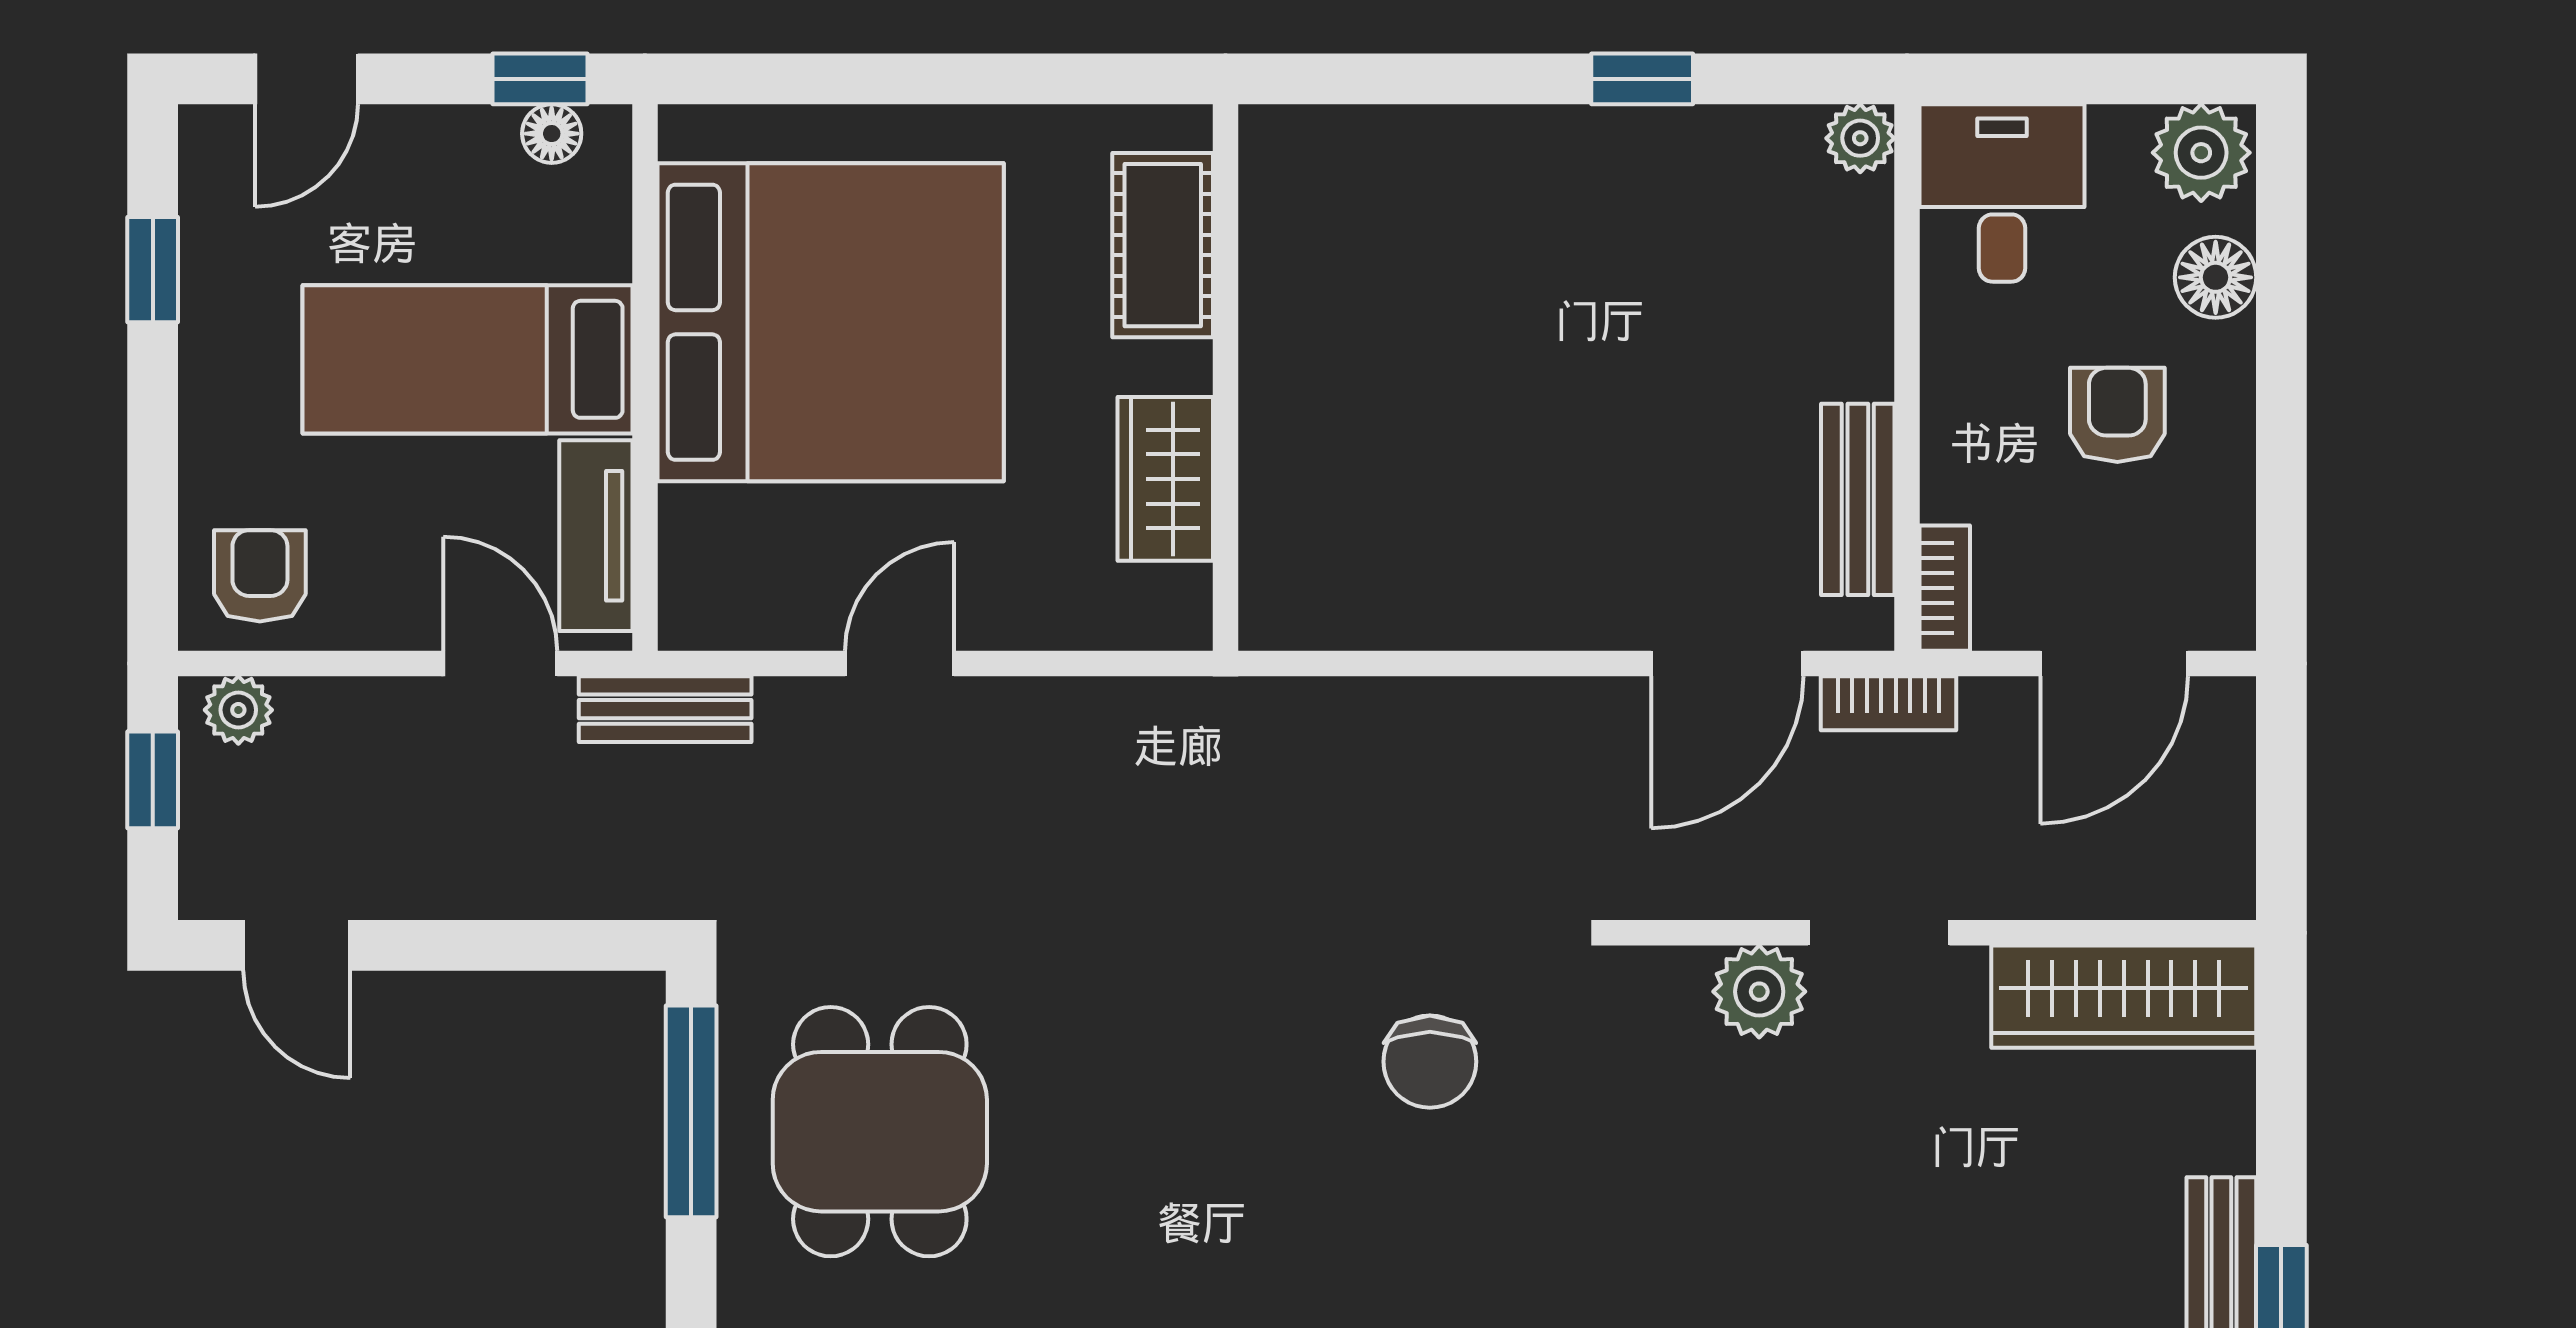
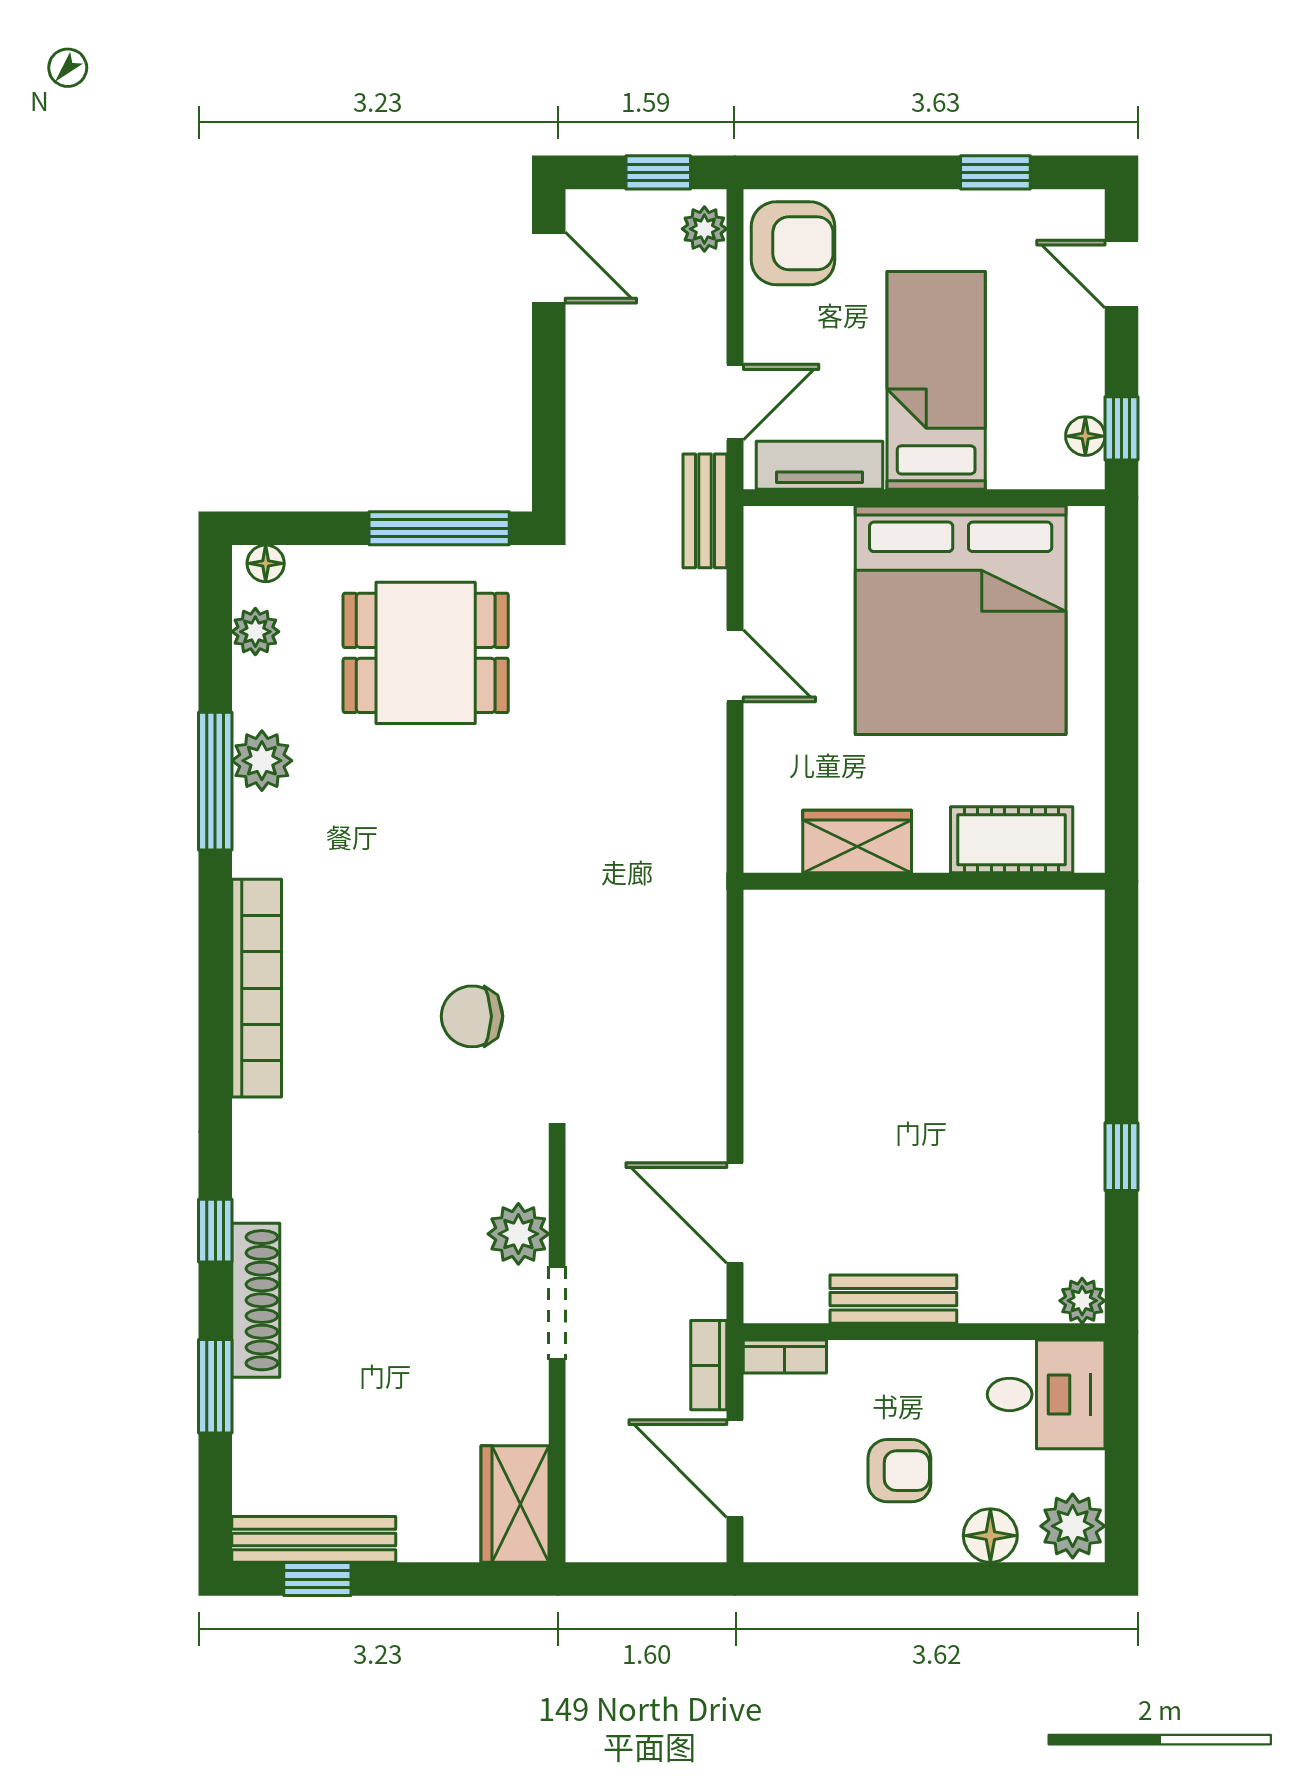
bench: (1858, 499) -> (893, 1299), moved
armchair: (260, 576) -> (793, 243), width x1.38, depth x1.38
bookcase: (1888, 703) -> (709, 1365), moved
door: (297, 945) -> (549, 268), swing flipped
wardrobe: (2124, 997) -> (515, 1504), width x0.67

